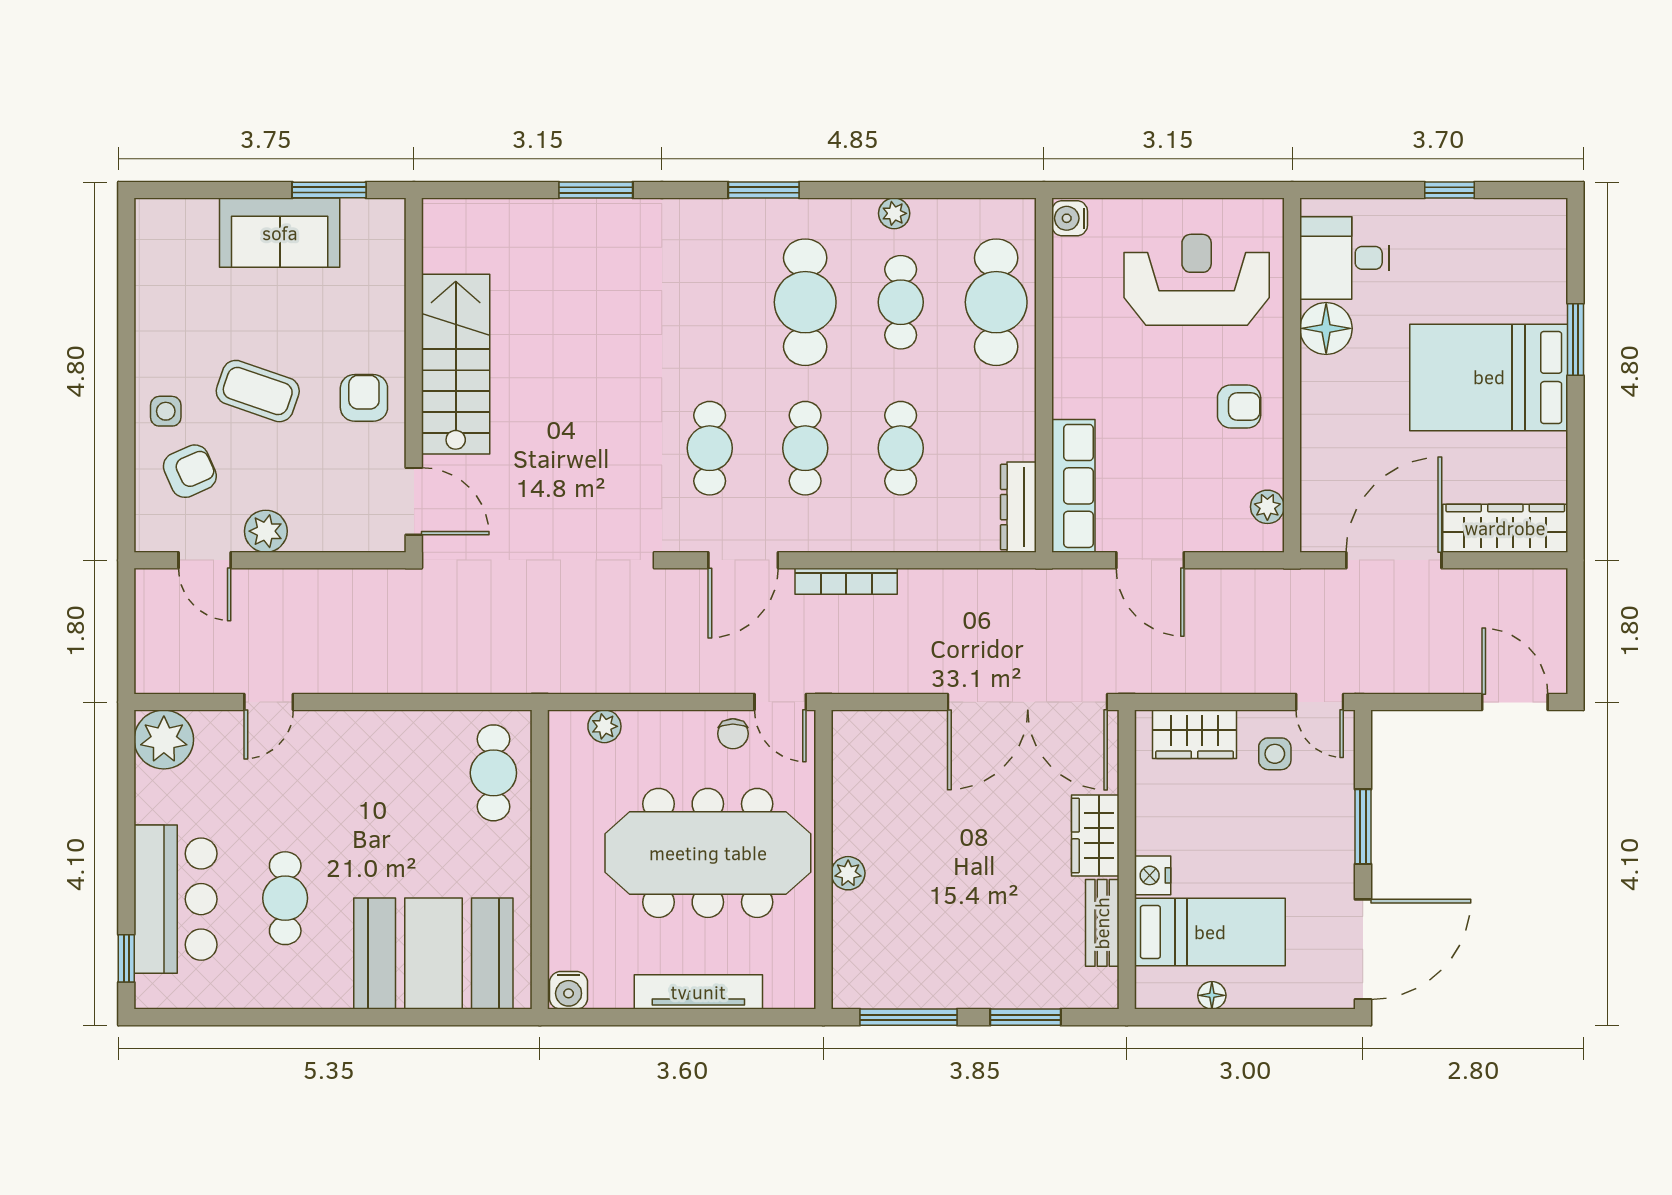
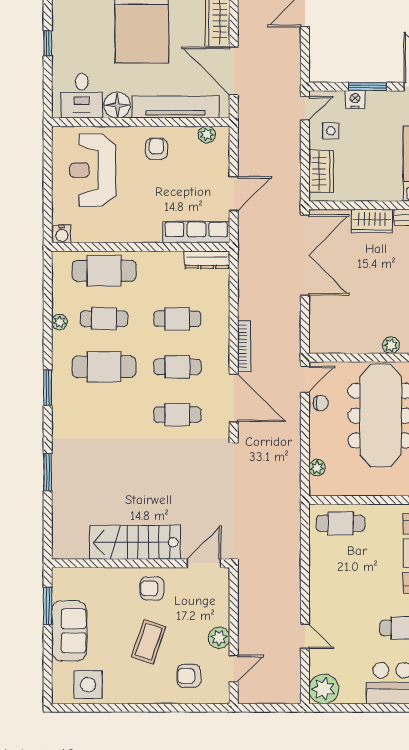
side table: (166, 411) -> (88, 685), moved, width x1.87, depth x1.87
tv unit: (1322, 444) -> (175, 107), added
armchair: (190, 471) -> (189, 676), turned -66
door: (743, 560) -> (234, 398), width x1.36
nightstand: (1153, 875) -> (355, 100), moved, turned 180

